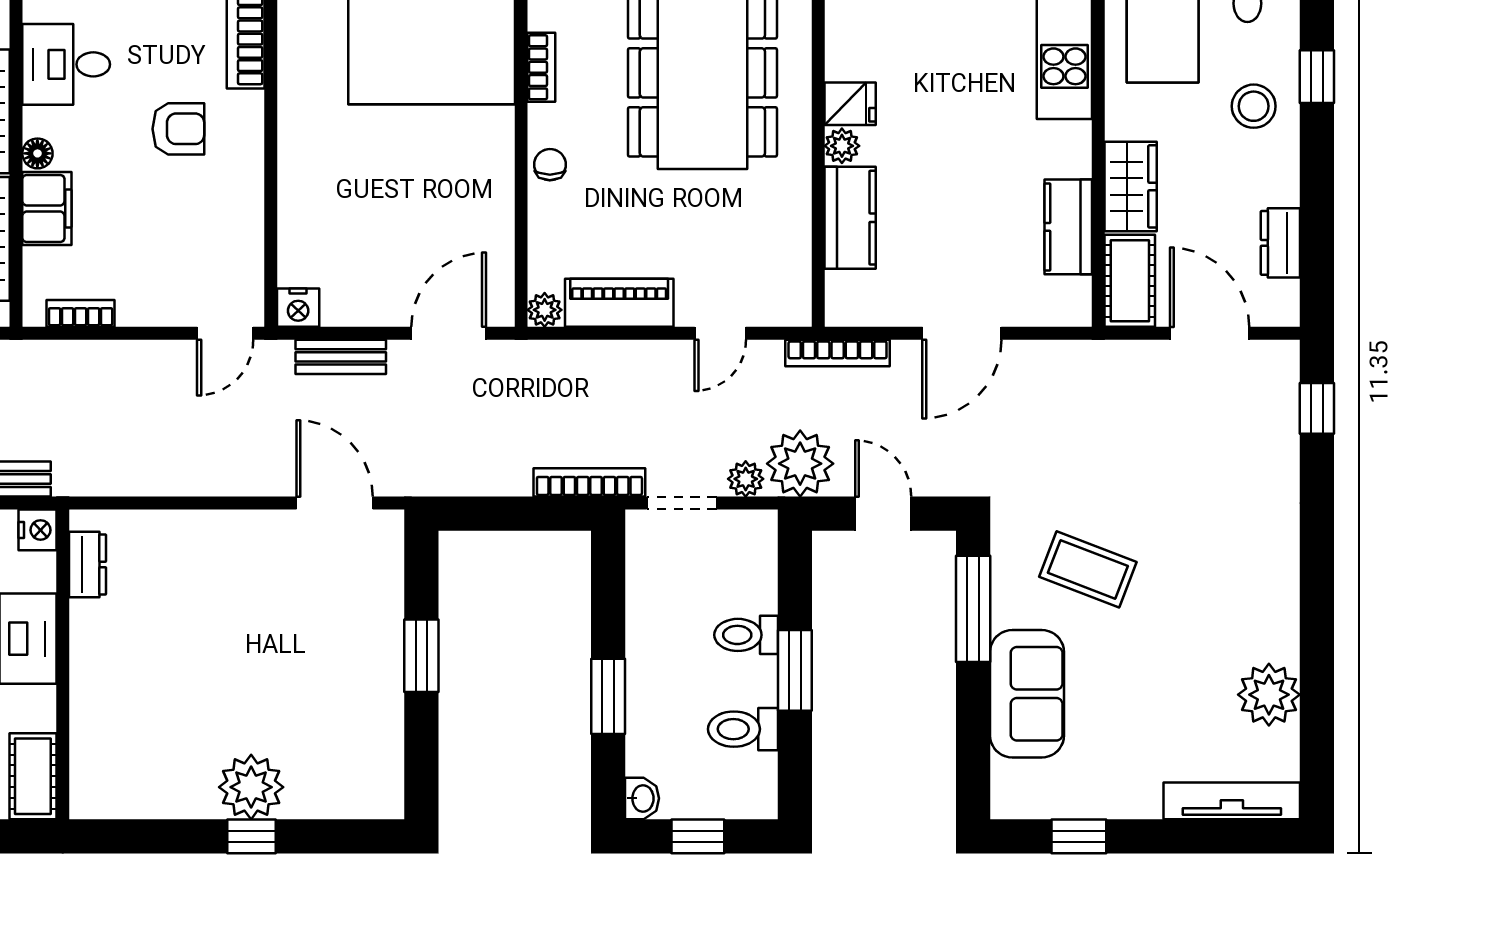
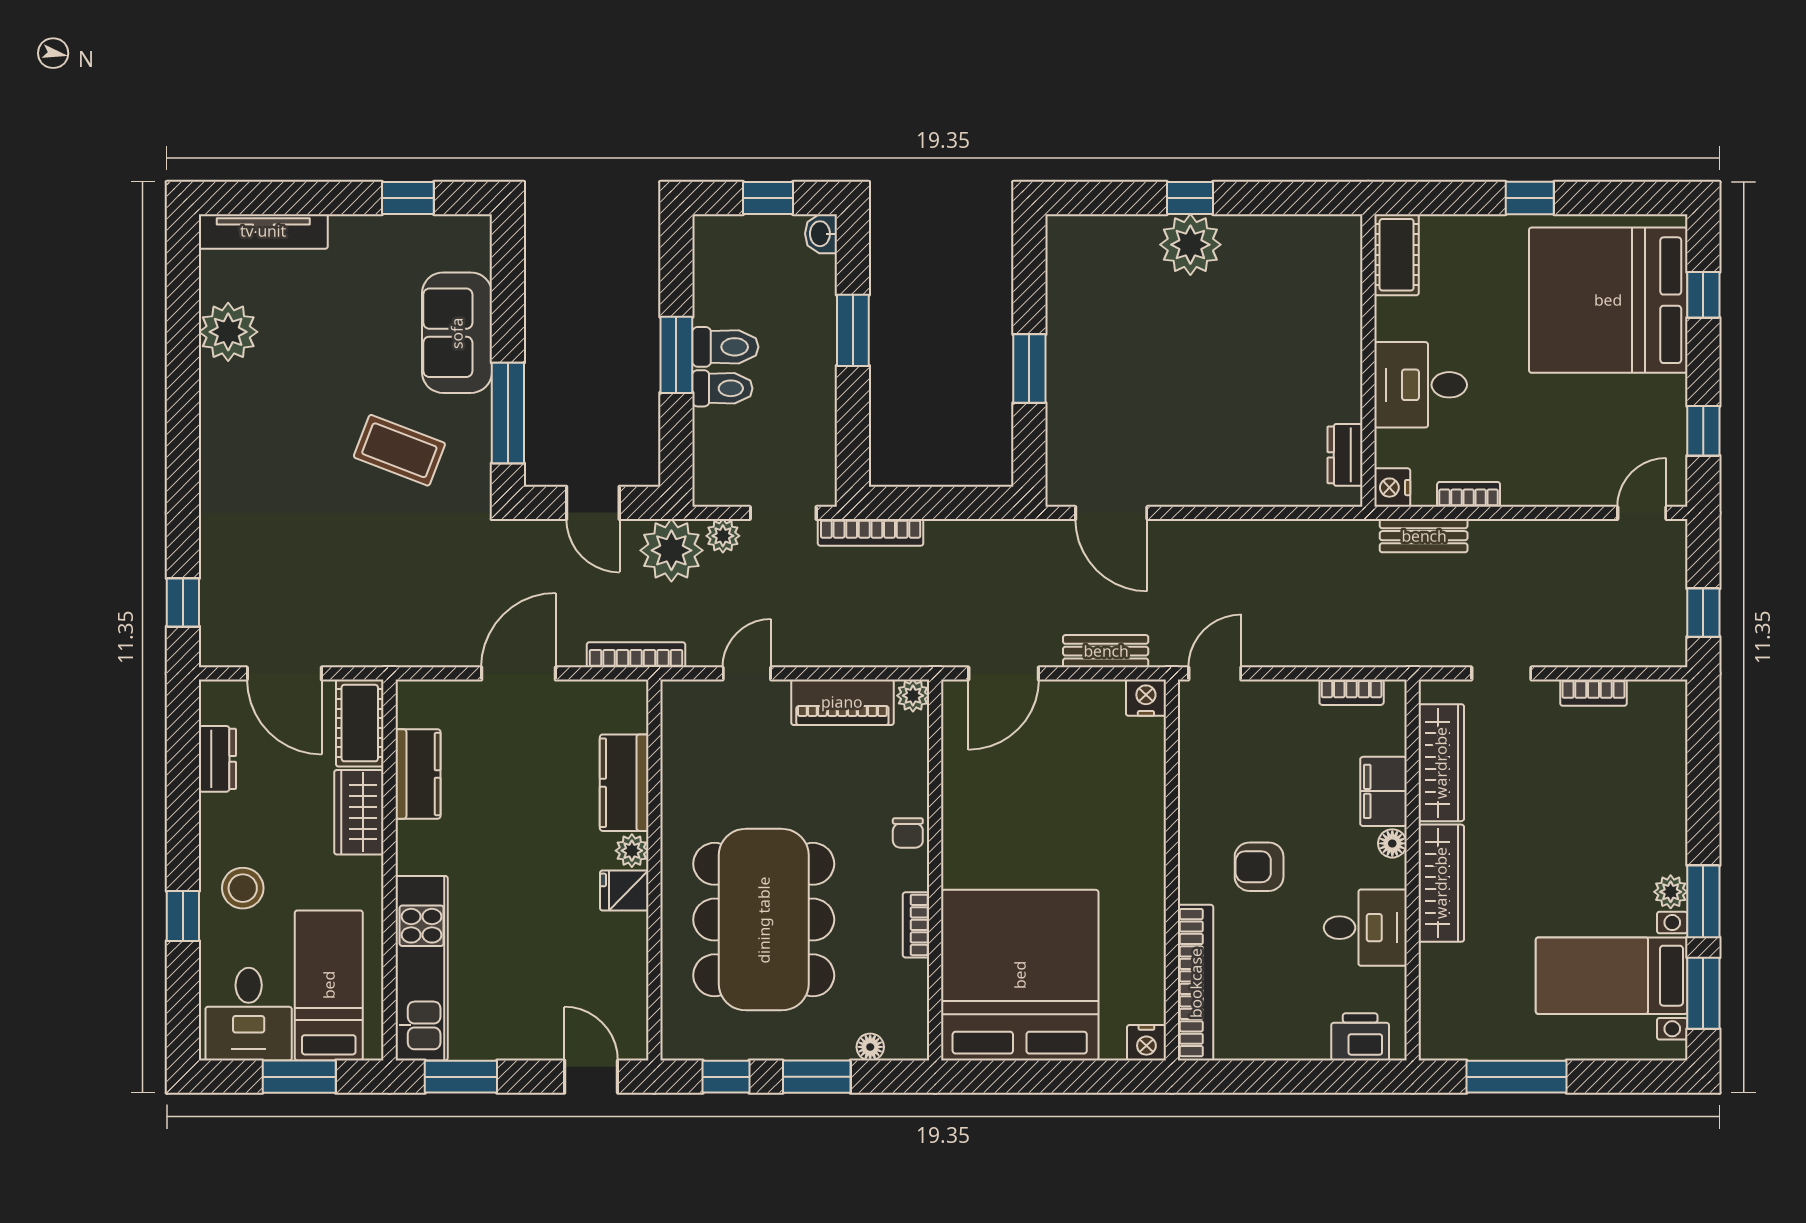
toilet: (743, 729) -> (725, 347), moved

